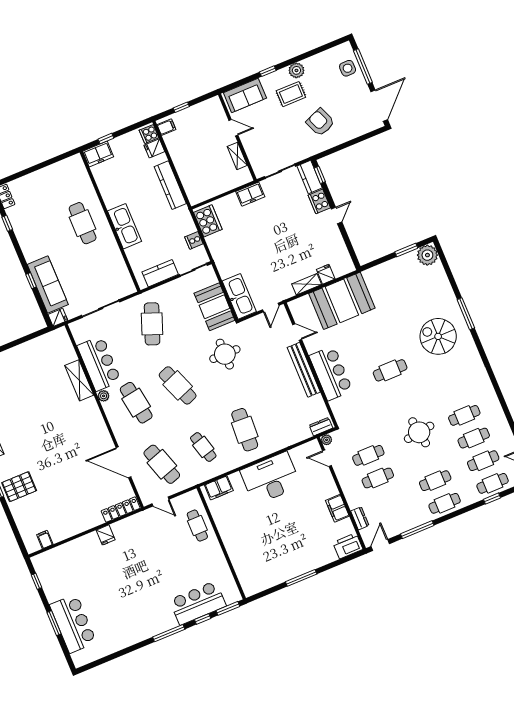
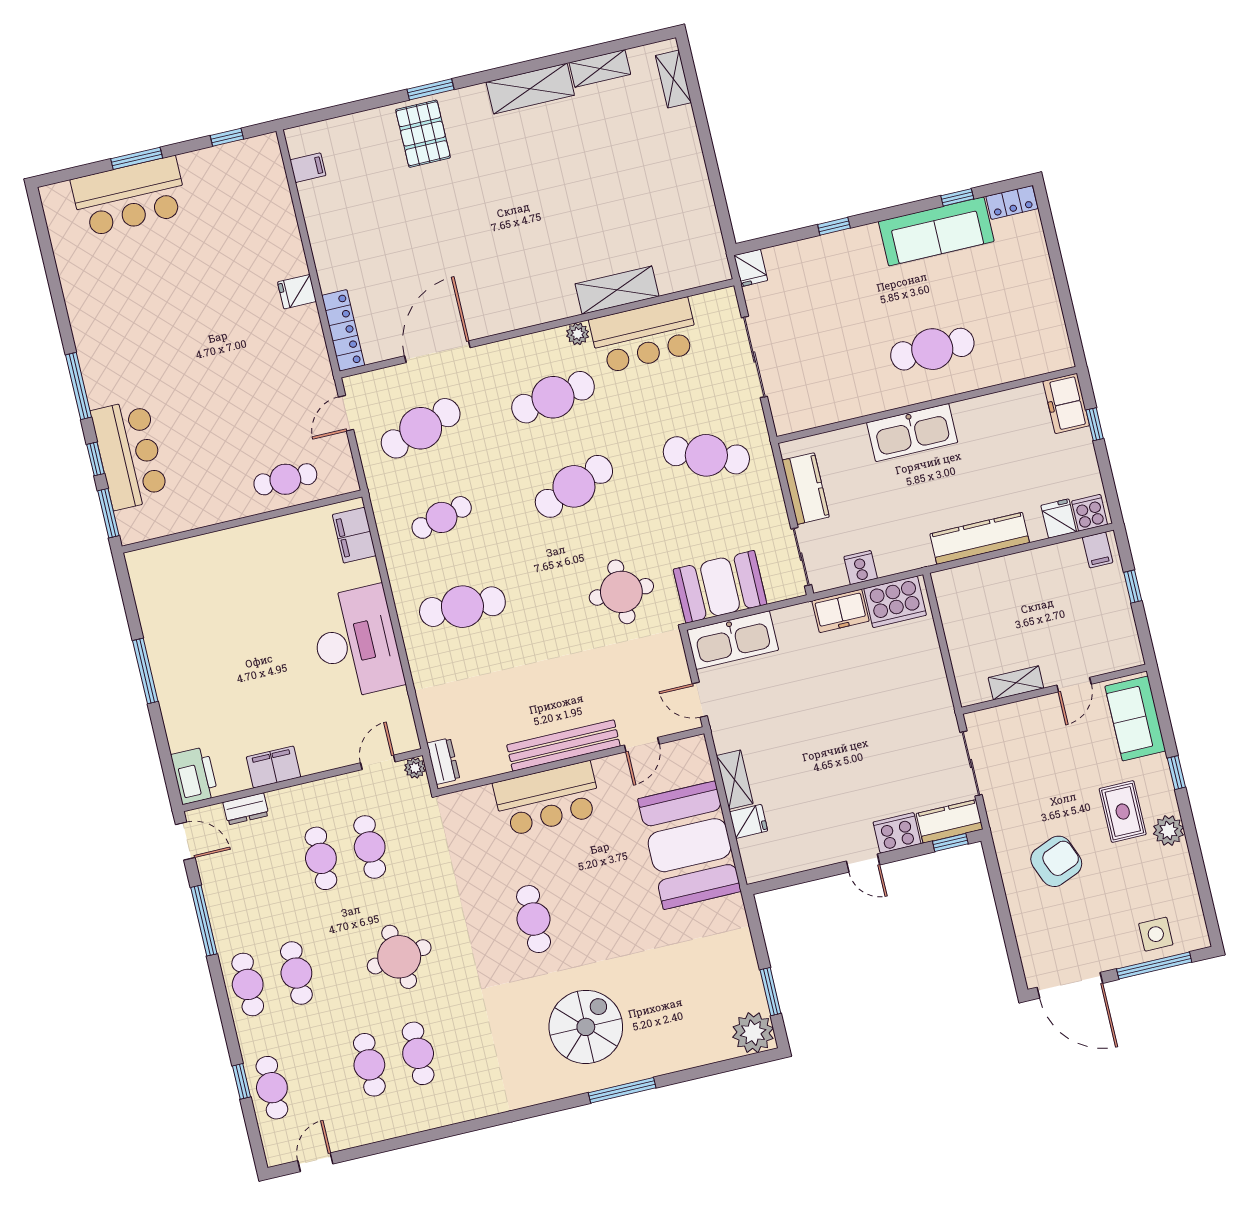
freezer: (250, 194) -> (841, 611), moved, turned -90
sofa: (48, 284) -> (936, 231), moved
cafe table: (483, 461) -> (321, 1076), removed

